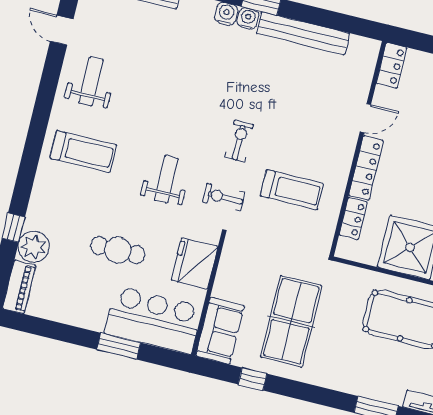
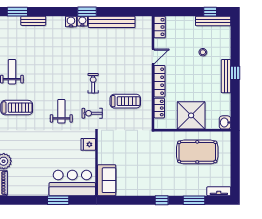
cafe table: (118, 250) -> (46, 152), removed
fridge: (195, 263) -> (88, 144), width x0.53, depth x0.75
table tennis table: (291, 321) -> (141, 167), removed
window: (253, 379) -> (162, 200), moved

